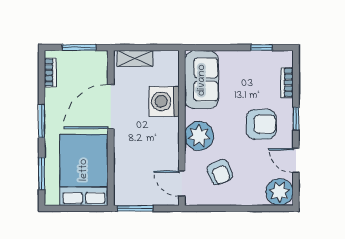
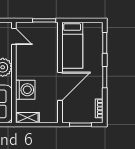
shelving: (135, 58) -> (27, 118), moved
bed: (84, 170) -> (72, 45), width x0.67

